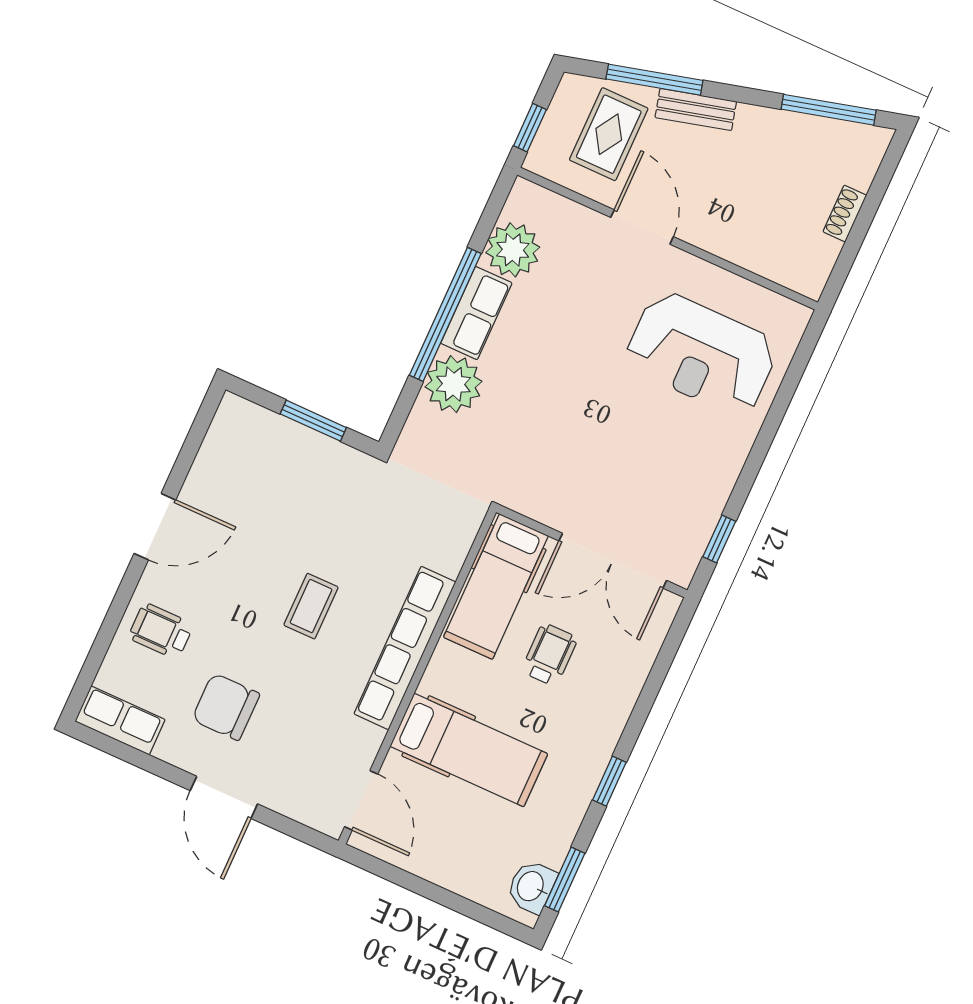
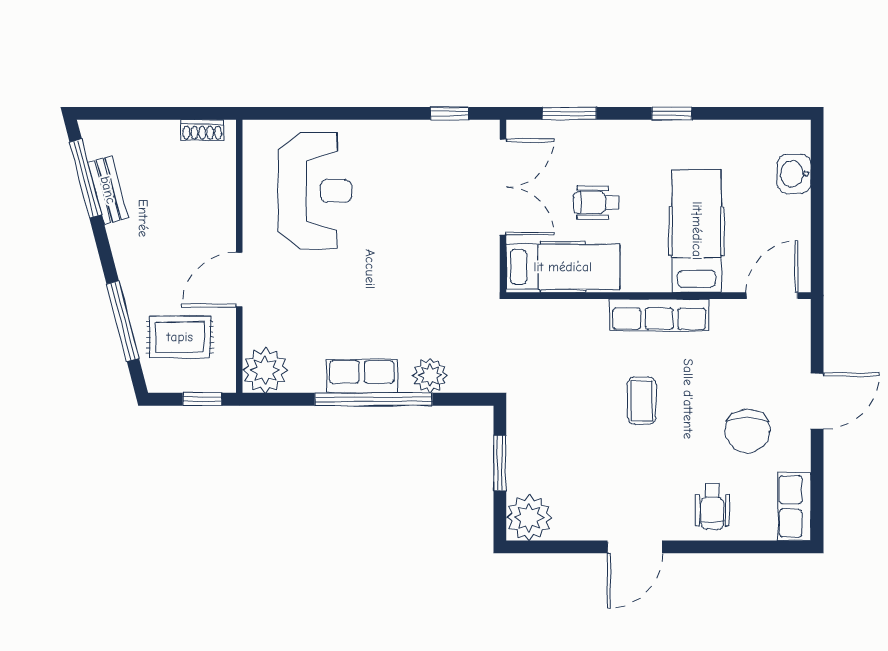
bench: (696, 109) -> (108, 190), moved
shoe rack: (845, 214) -> (202, 130), moved
plant: (513, 250) -> (265, 370), moved
plant: (453, 384) -> (430, 375), width x0.73, depth x0.73
plant: (239, 426) -> (529, 518), added
door: (155, 527) -> (635, 547), swing flipped
coffee table: (311, 606) -> (642, 401), turned 90
row of seats: (405, 648) -> (659, 315), width x0.73
window: (565, 879) -> (569, 113), moved
washbasin: (531, 887) -> (794, 174), moved, turned 90

